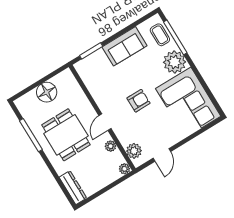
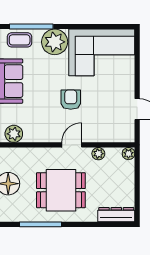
door: (105, 122) -> (72, 145), swing flipped
plant: (134, 151) -> (14, 134), moved

